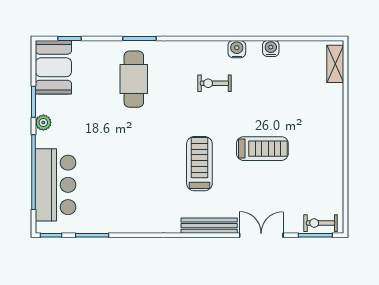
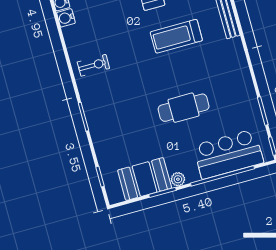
water cooler: (237, 49) -> (66, 18), moved
booth: (53, 67) -> (145, 179), moved
cafe table: (134, 79) -> (184, 108), moved
exercise bike: (214, 83) -> (93, 65), moved, turned -90

